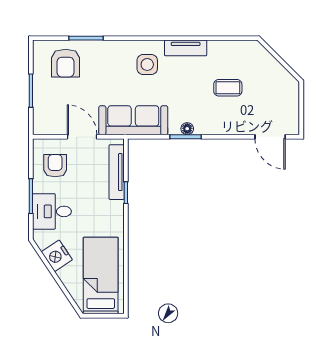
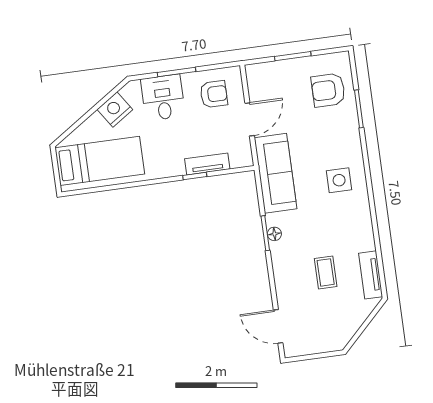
tv unit: (186, 48) -> (371, 275), moved
door: (270, 137) -> (278, 326), hinge flipped
tv unit: (117, 172) -> (207, 164), width x0.71

